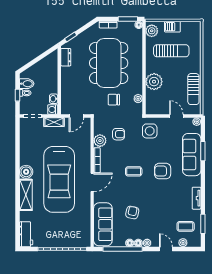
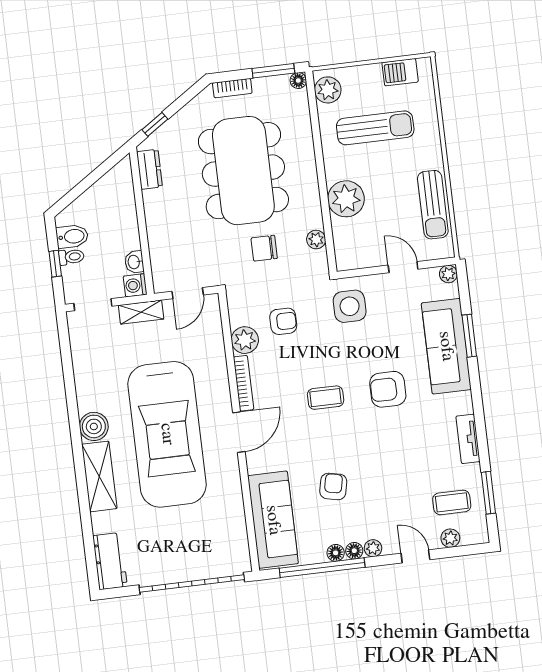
barbecue: (172, 27) -> (400, 72), moved

